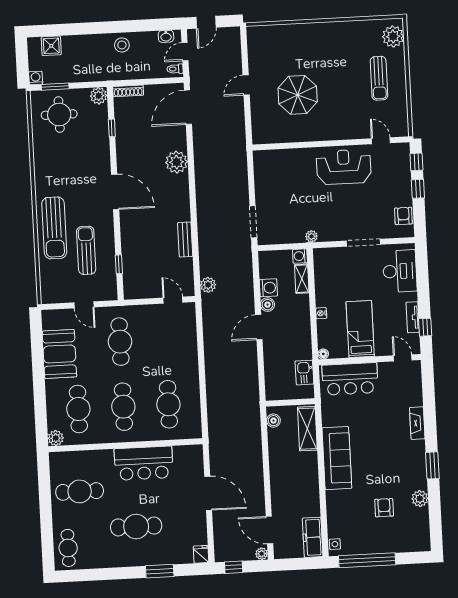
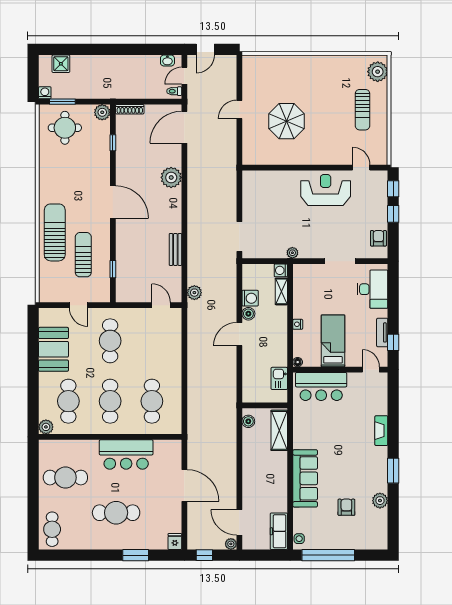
stool: (122, 45) -> (126, 66), removed
sun lounger: (54, 228) -> (55, 232), turned 180
sofa: (337, 458) -> (305, 478), moved

